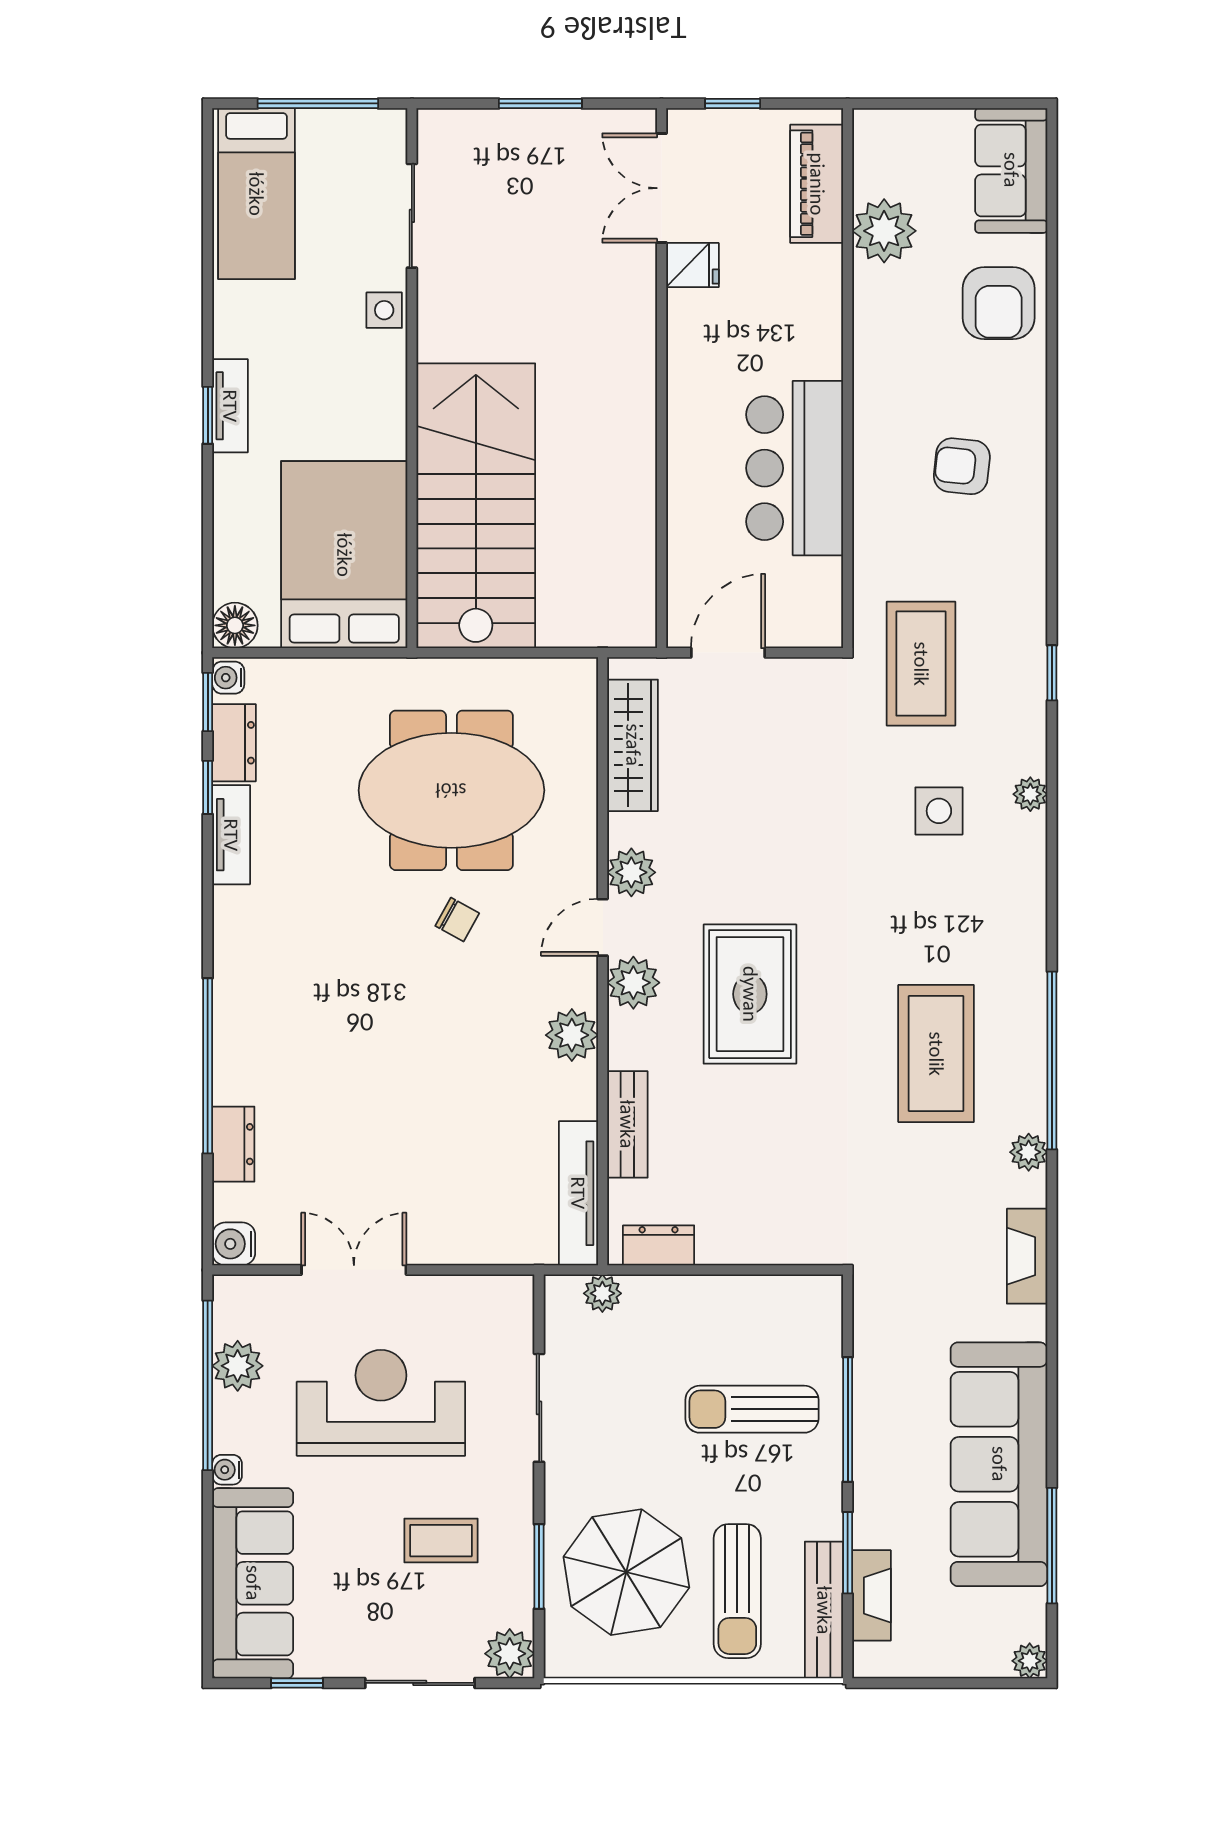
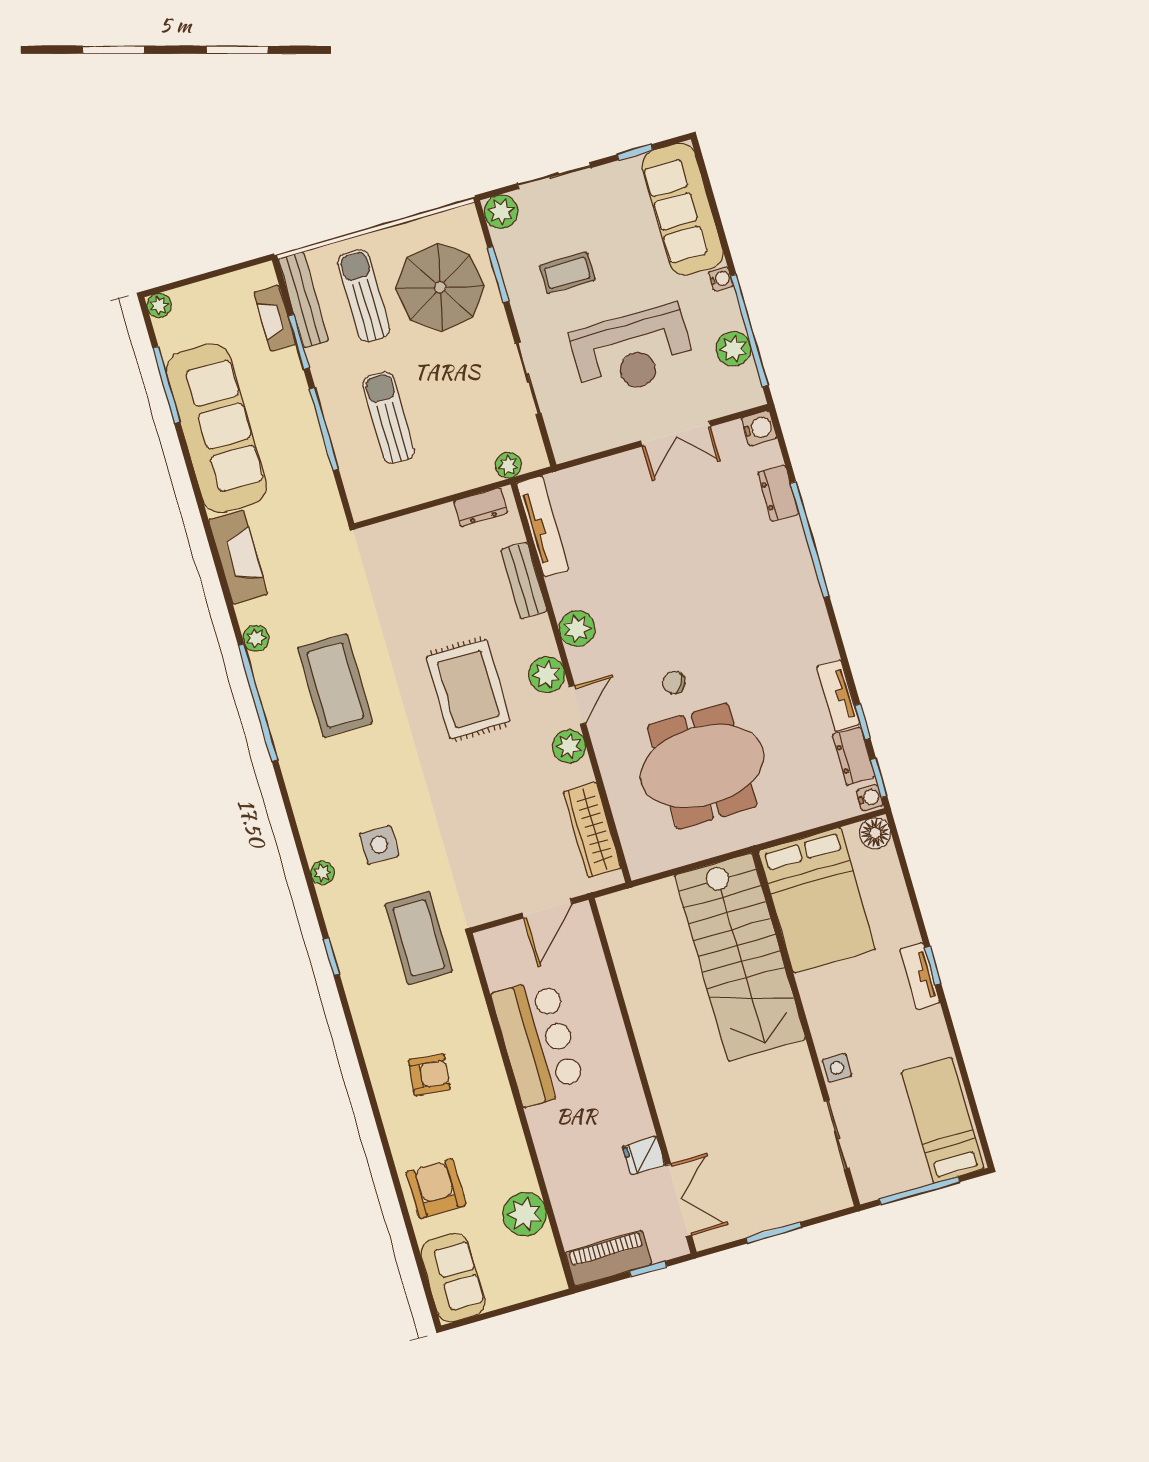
piano: (817, 184) -> (608, 1258), moved, turned -90
fireplace: (1027, 1256) -> (238, 557), width x1.37, depth x1.32
sun lounger: (752, 1409) -> (388, 418), turned -90

